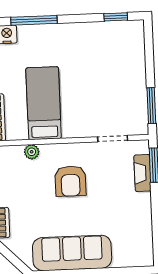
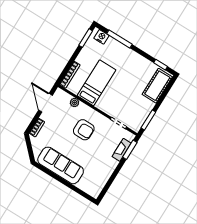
cot: (131, 49) -> (157, 86), added
armchair: (70, 181) -> (84, 130), turned -90

